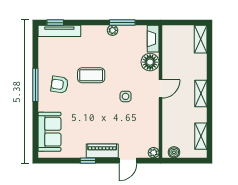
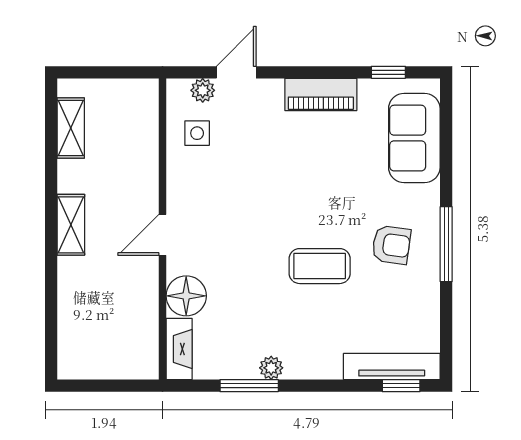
shelving: (201, 39) -> (71, 348), removed
side table: (126, 96) -> (197, 133), moved
piano: (102, 151) -> (321, 94), moved
boiler: (174, 152) -> (132, 91), removed
plant: (154, 153) -> (203, 90), moved
window: (88, 161) -> (388, 72), moved

